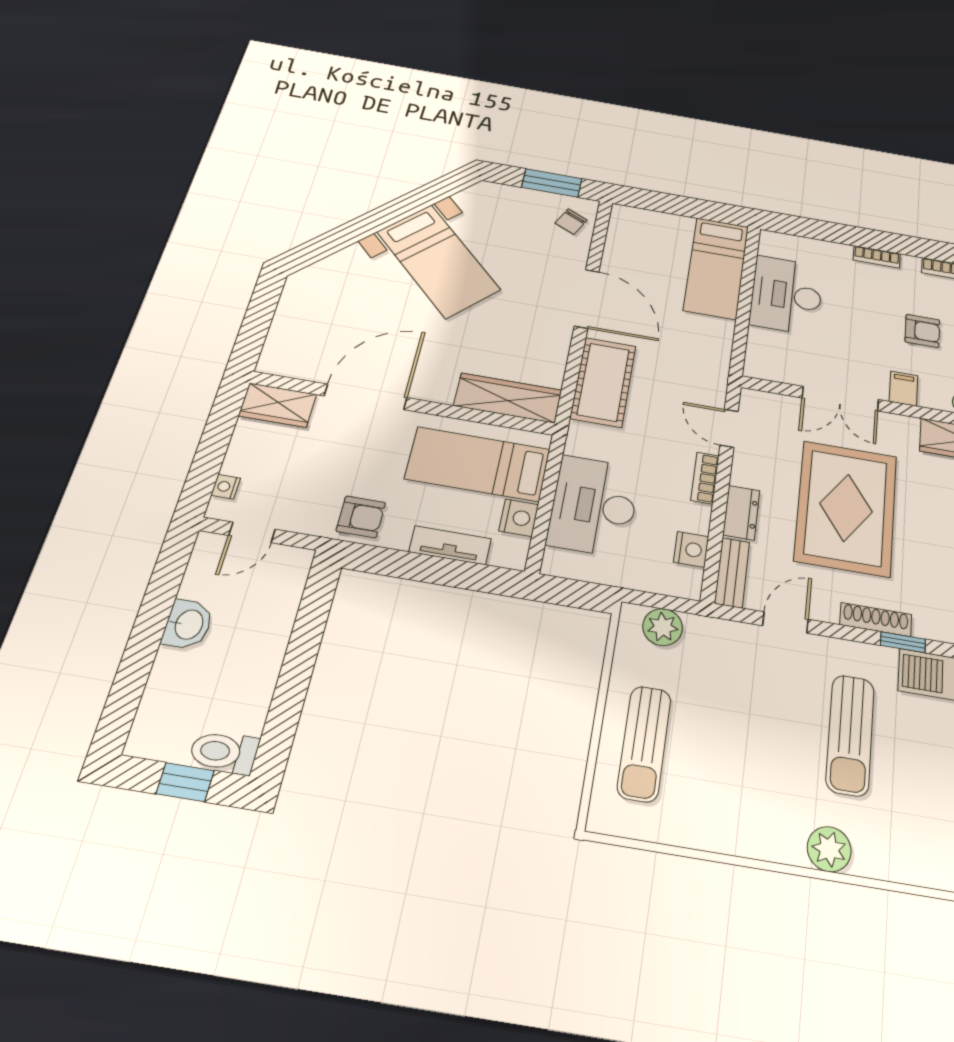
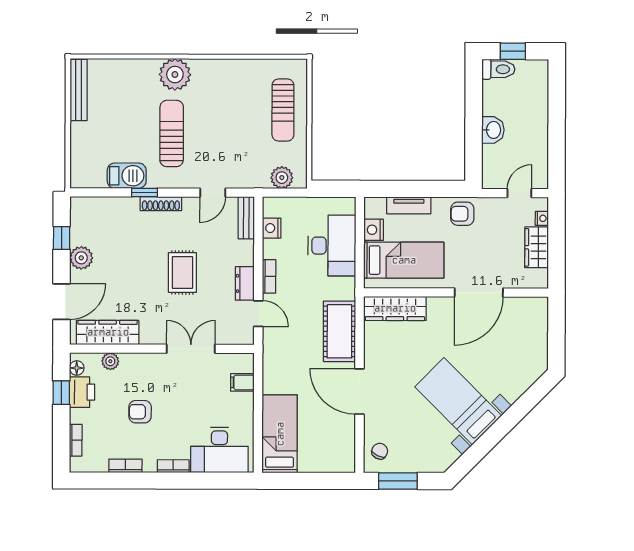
desk: (786, 295) -> (219, 450), moved, turned 90
filing cabinet: (904, 389) -> (242, 382), moved, turned 90
wardrobe: (278, 405) -> (537, 247), moved, turned -90
rug: (846, 508) -> (182, 272), width x0.54, depth x0.49
dresser: (741, 513) -> (245, 283), moved
washbasin: (188, 624) -> (493, 130), moved, turned 180
sun lounger: (644, 743) -> (283, 110), turned 180
plant: (829, 849) -> (175, 75), width x1.36, depth x1.36

